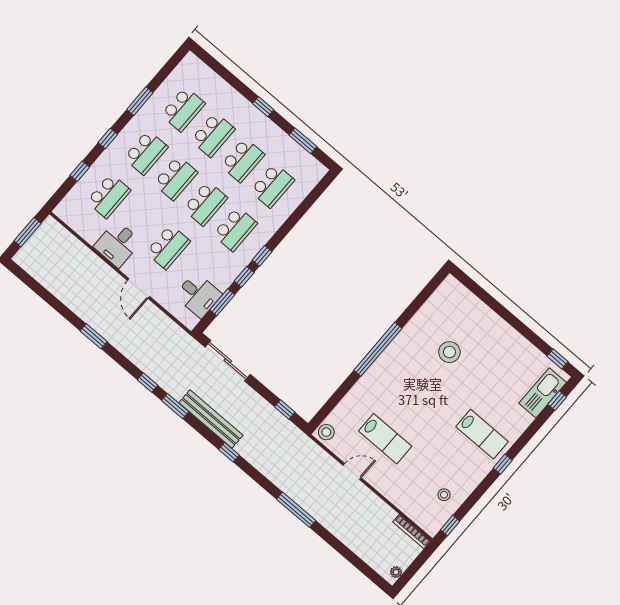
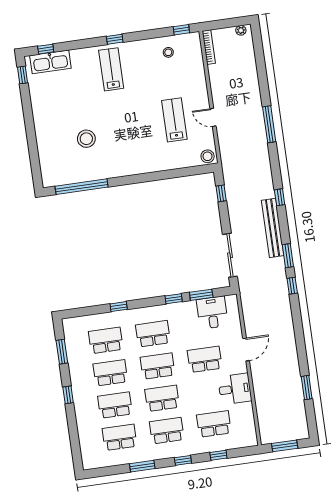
window: (262, 256) -> (119, 307), moved
window: (94, 336) -> (307, 388), moved
window: (378, 349) -> (82, 187), moved

